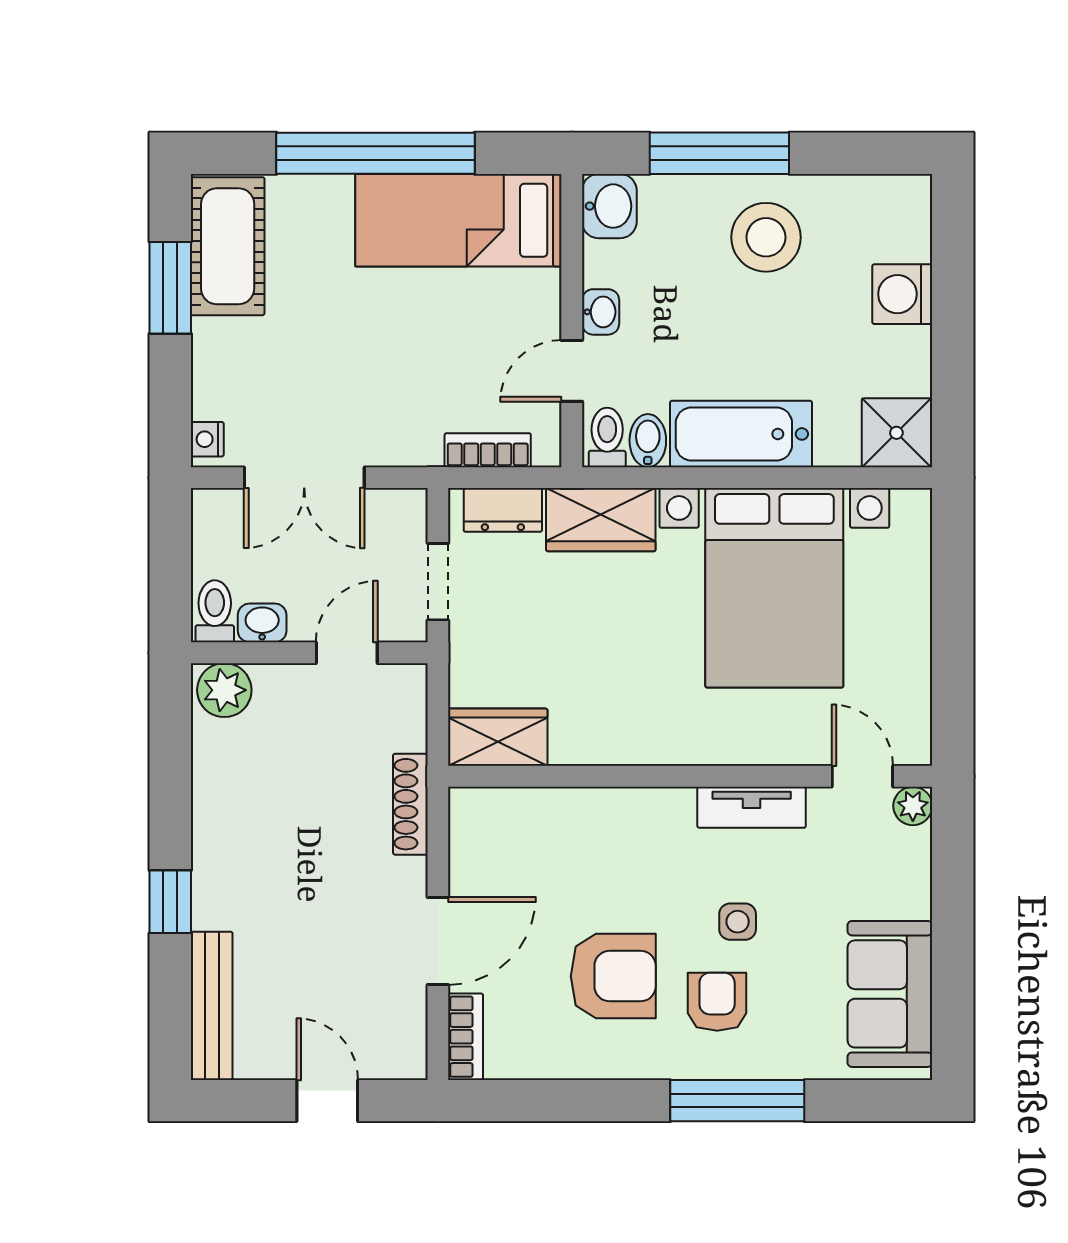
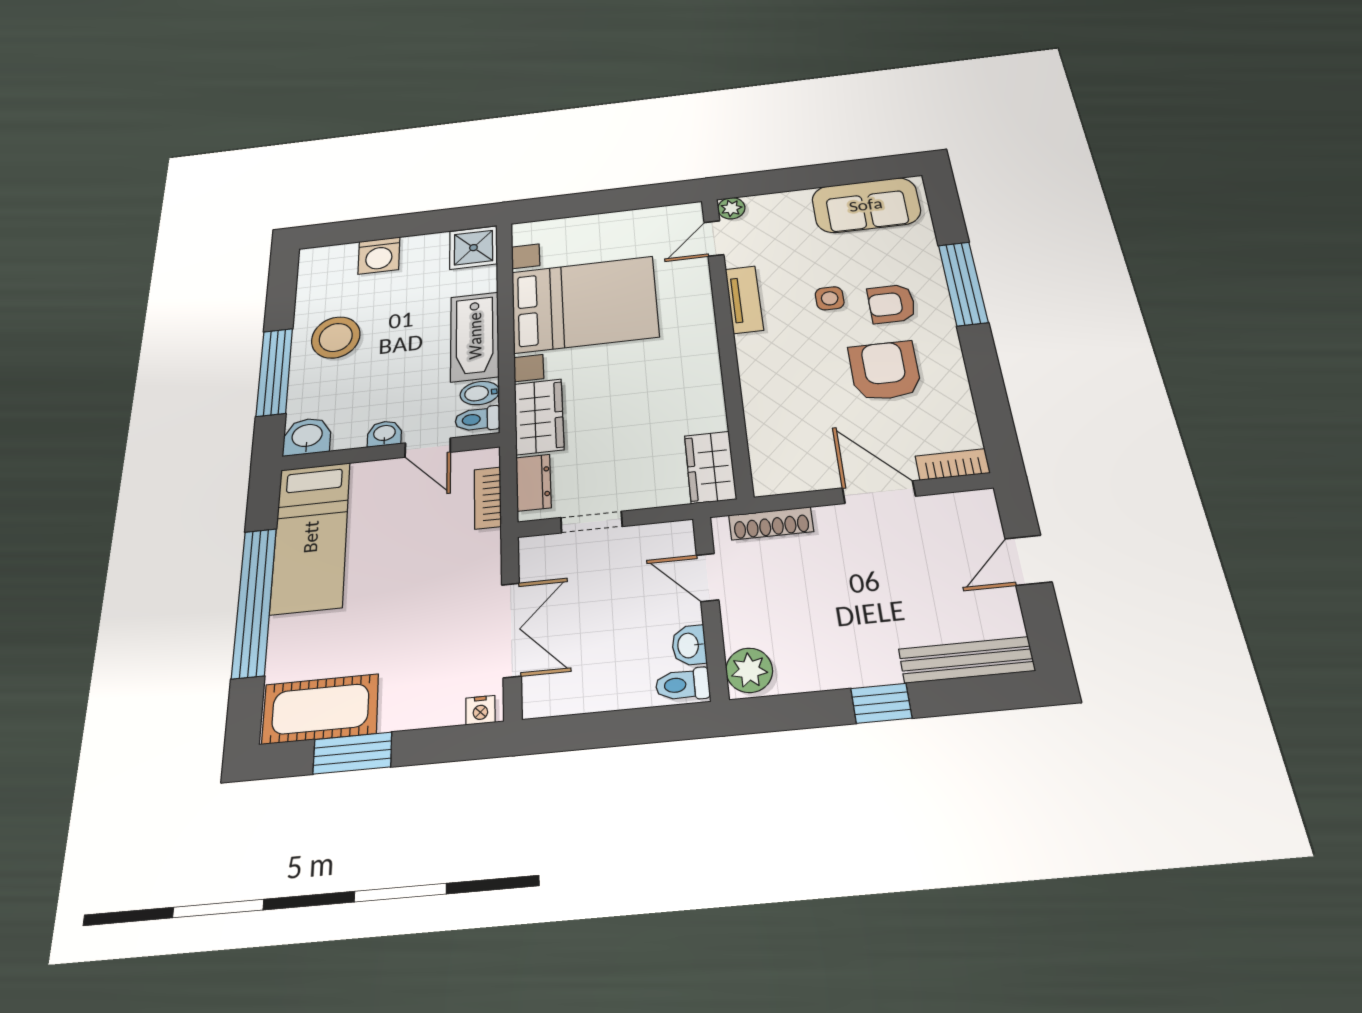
toilet: (215, 611) -> (683, 685), moved
washbasin: (262, 623) -> (689, 645), moved
wall: (309, 653) -> (710, 606), moved
door: (347, 653) -> (708, 577), moved
plant: (224, 690) -> (749, 670), moved

